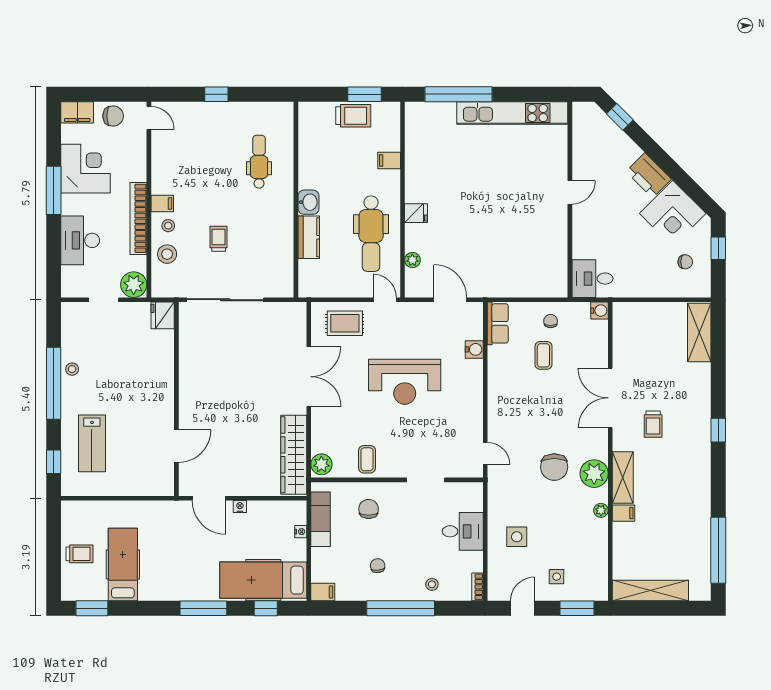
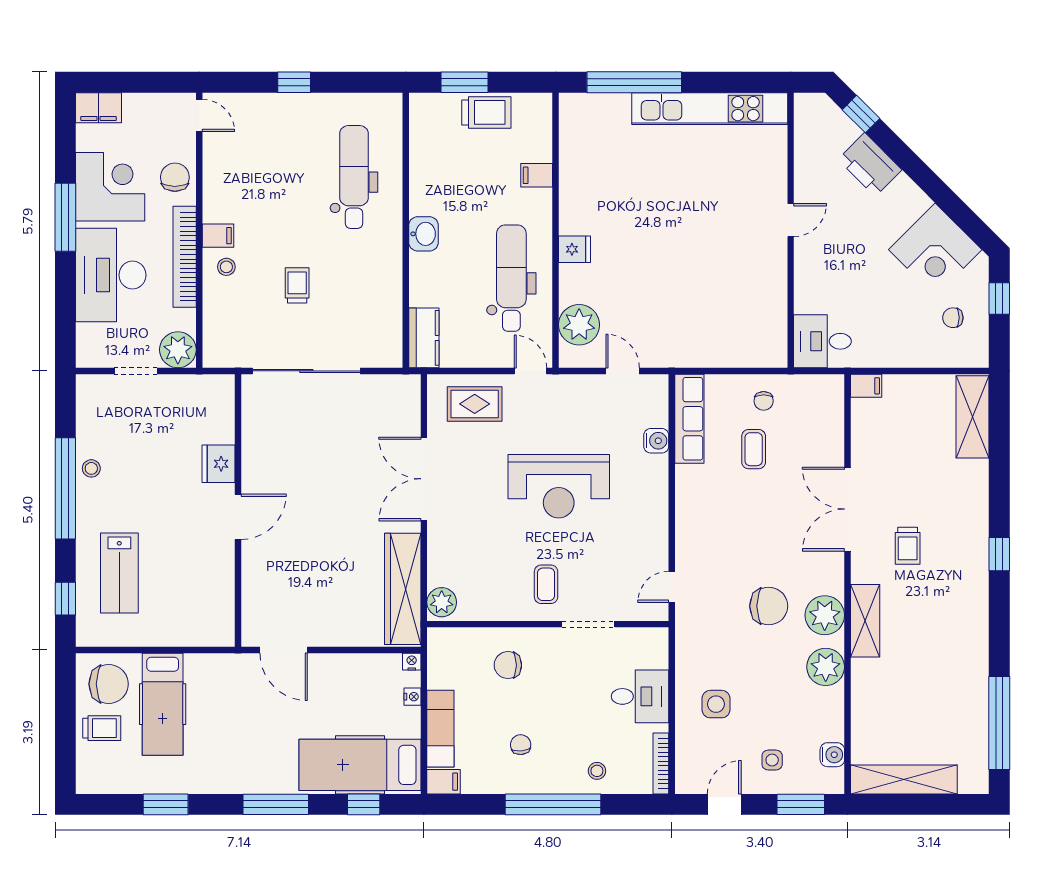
window: (365, 94) -> (464, 82), moved
chair: (113, 116) -> (175, 177), moved, turned -90
dental chair: (259, 162) -> (354, 177), width x1.36, depth x1.38
printer: (649, 175) -> (870, 165), moved
dental chair: (371, 234) -> (511, 278), turned 180
kitchen counter: (309, 237) -> (424, 338), moved
desk: (80, 240) -> (111, 275), width x1.36, depth x1.30
stool: (167, 254) -> (225, 307), removed
plant: (412, 260) -> (579, 325), width x1.88, depth x1.88
chair: (685, 262) -> (953, 318), turned 180
door: (450, 300) -> (623, 371), width x0.73
water cooler: (599, 311) -> (832, 755), moved
fridge: (163, 315) -> (219, 464), moved
chair: (551, 321) -> (764, 401), turned 180
row of seats: (498, 323) -> (689, 419), width x1.48
double door: (309, 377) -> (424, 479), swing flipped
door: (176, 446) -> (238, 517), moved
door: (485, 453) -> (672, 587), swing flipped
coffee table: (367, 459) -> (546, 584), moved
chair: (554, 467) -> (769, 606), turned -90
nightstand: (240, 507) -> (412, 662), moved
chair: (369, 509) -> (508, 665), turned -90
plant: (601, 510) -> (826, 667), width x1.88, depth x1.88
filing cabinet: (624, 513) -> (866, 386), moved
exam couch: (321, 519) -> (440, 729), moved
chair: (84, 523) -> (109, 684), added
hospital bed: (123, 564) -> (163, 704), moved, turned 180
bookcase: (477, 587) -> (661, 763), width x1.56
window: (92, 608) -> (166, 804), moved

